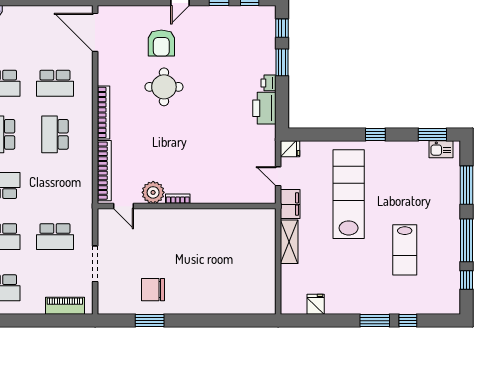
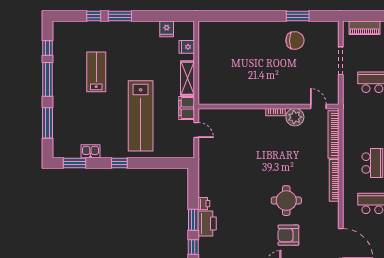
armchair: (161, 43) -> (288, 235), turned -90
printer: (264, 108) -> (207, 224), moved
fridge: (290, 149) -> (187, 47), moved
kitchen sink: (441, 149) -> (90, 151), moved

